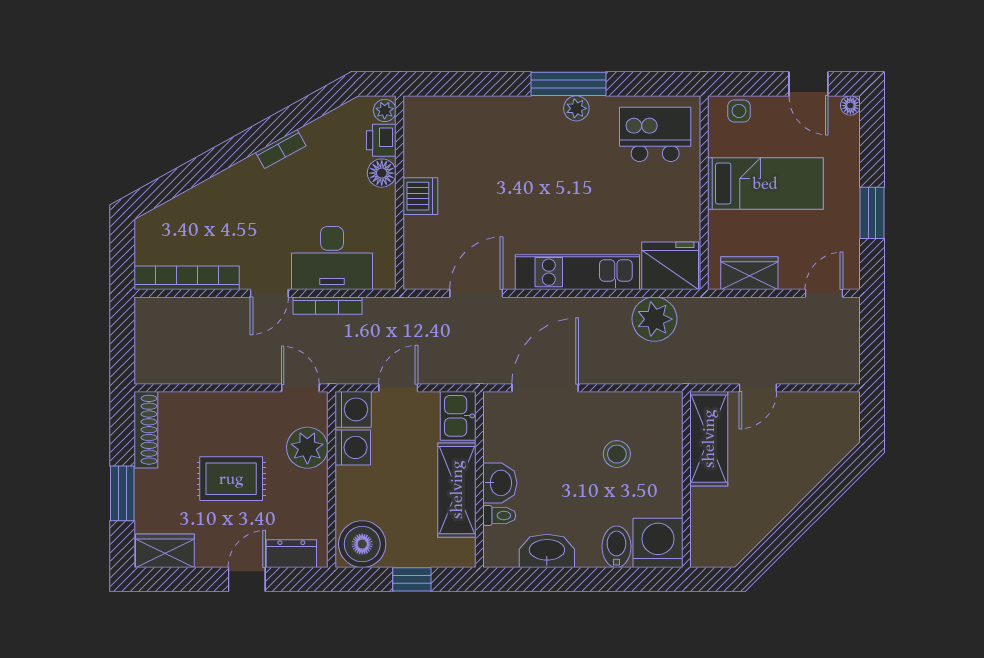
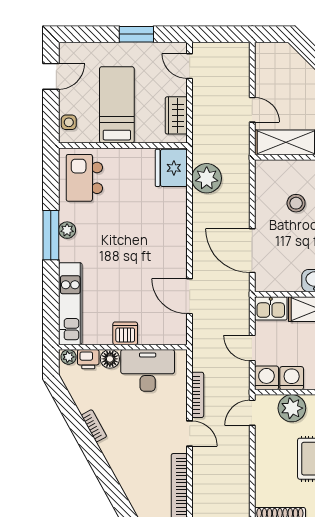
floor lamp: (850, 106) -> (65, 49), removed
desk: (332, 258) -> (148, 370), moved, turned -90
kitchen unit: (577, 272) -> (70, 304), moved, turned 180

